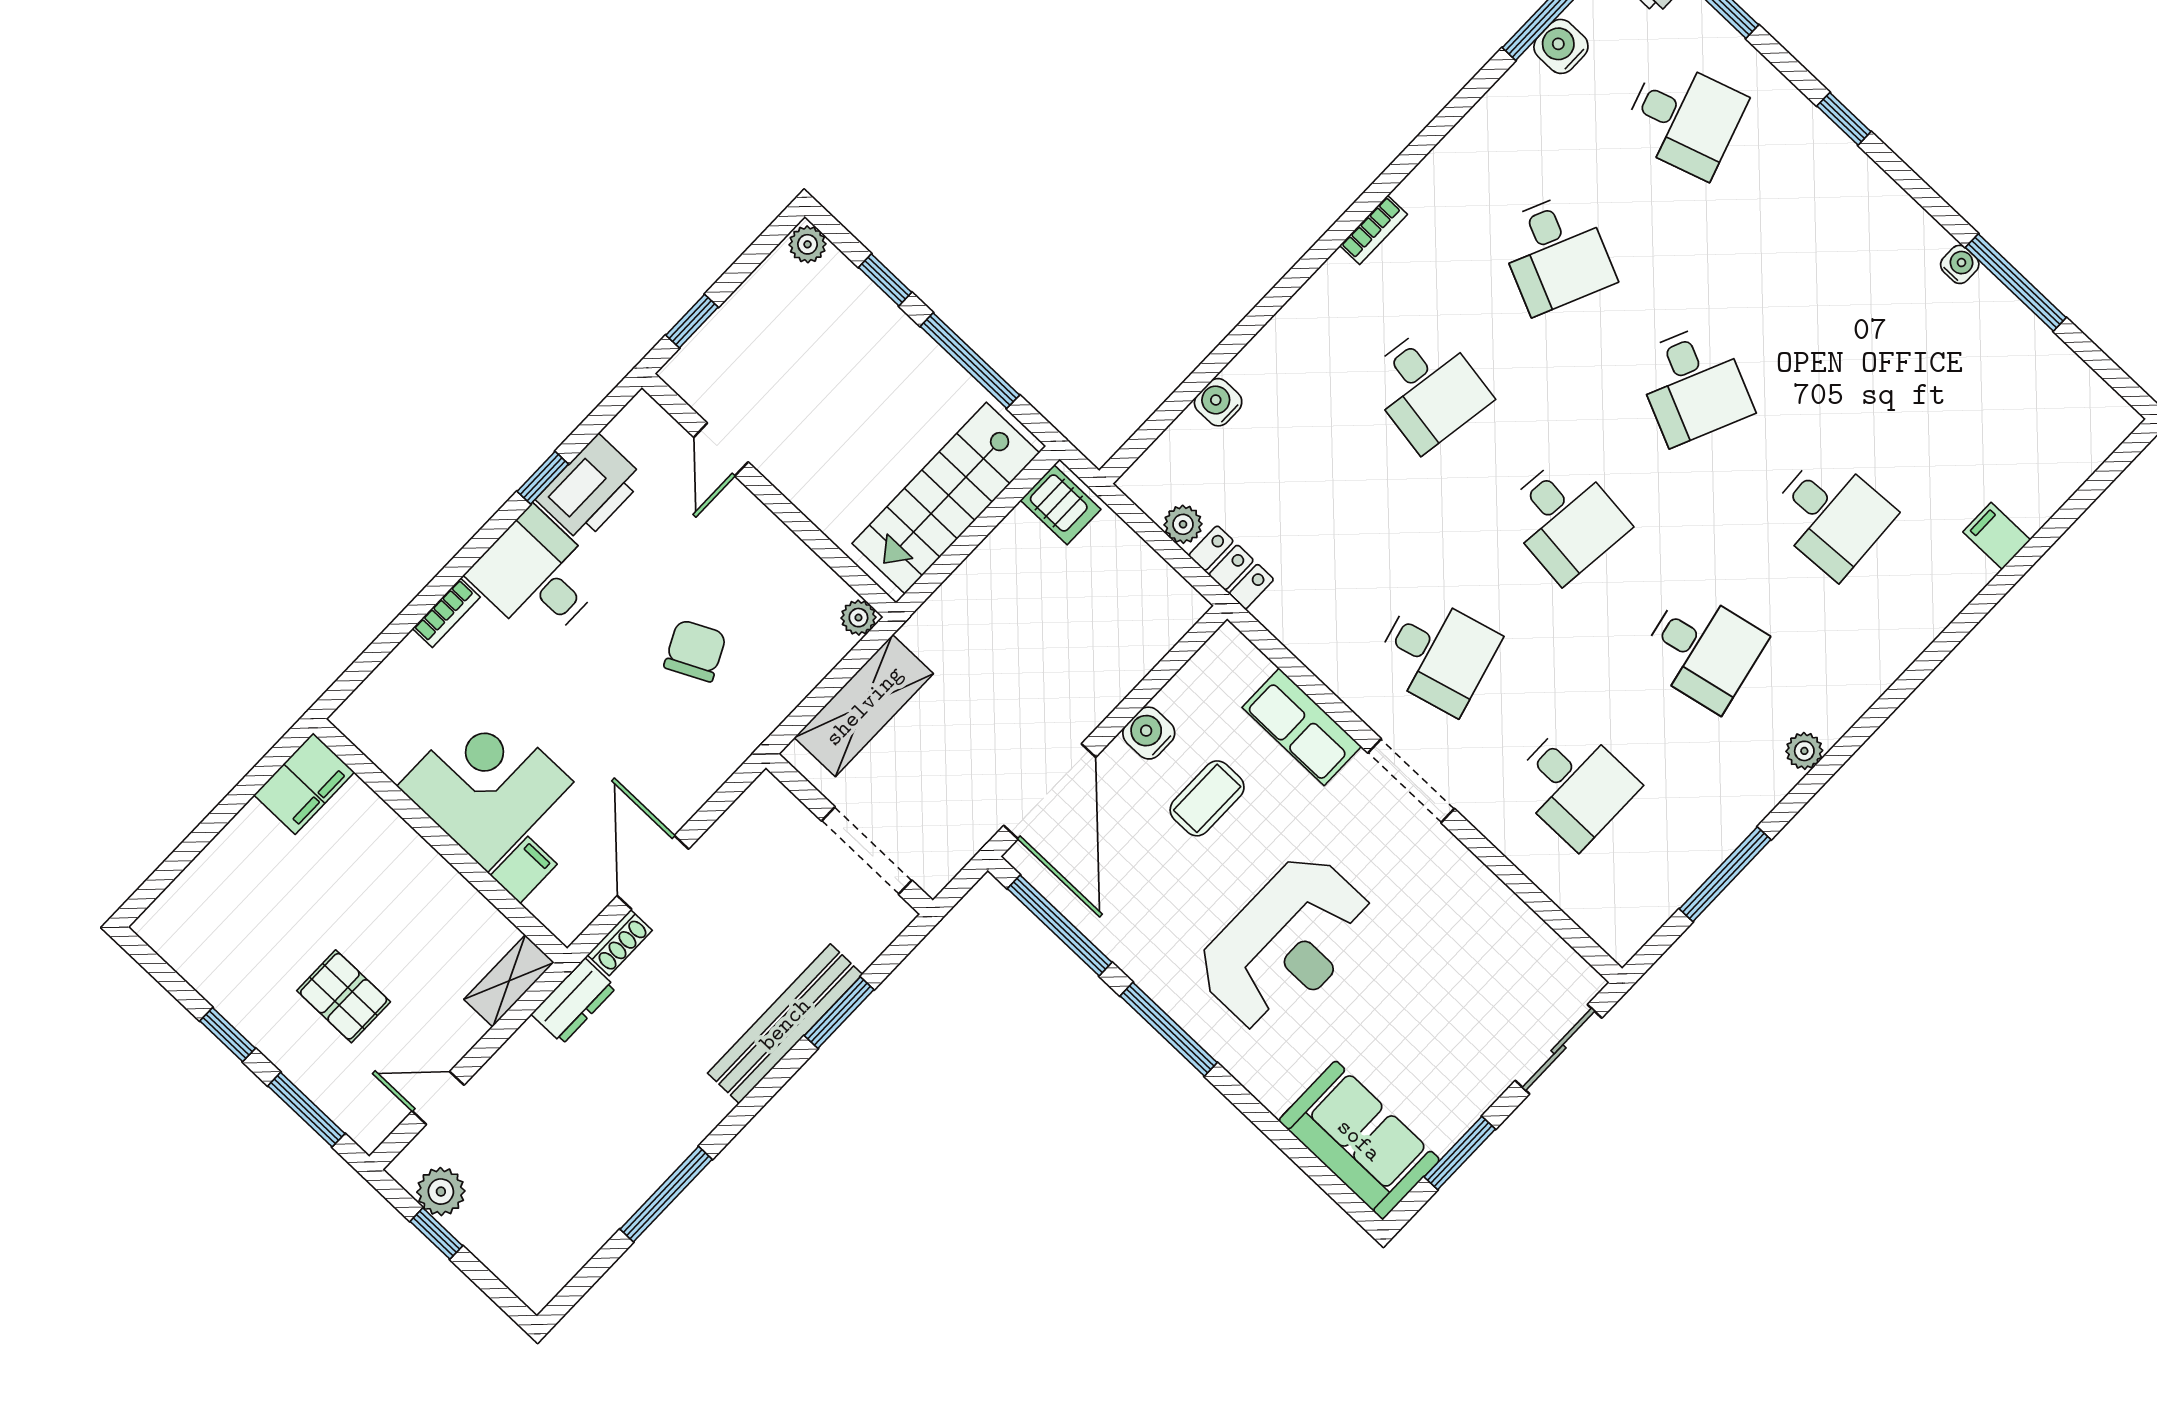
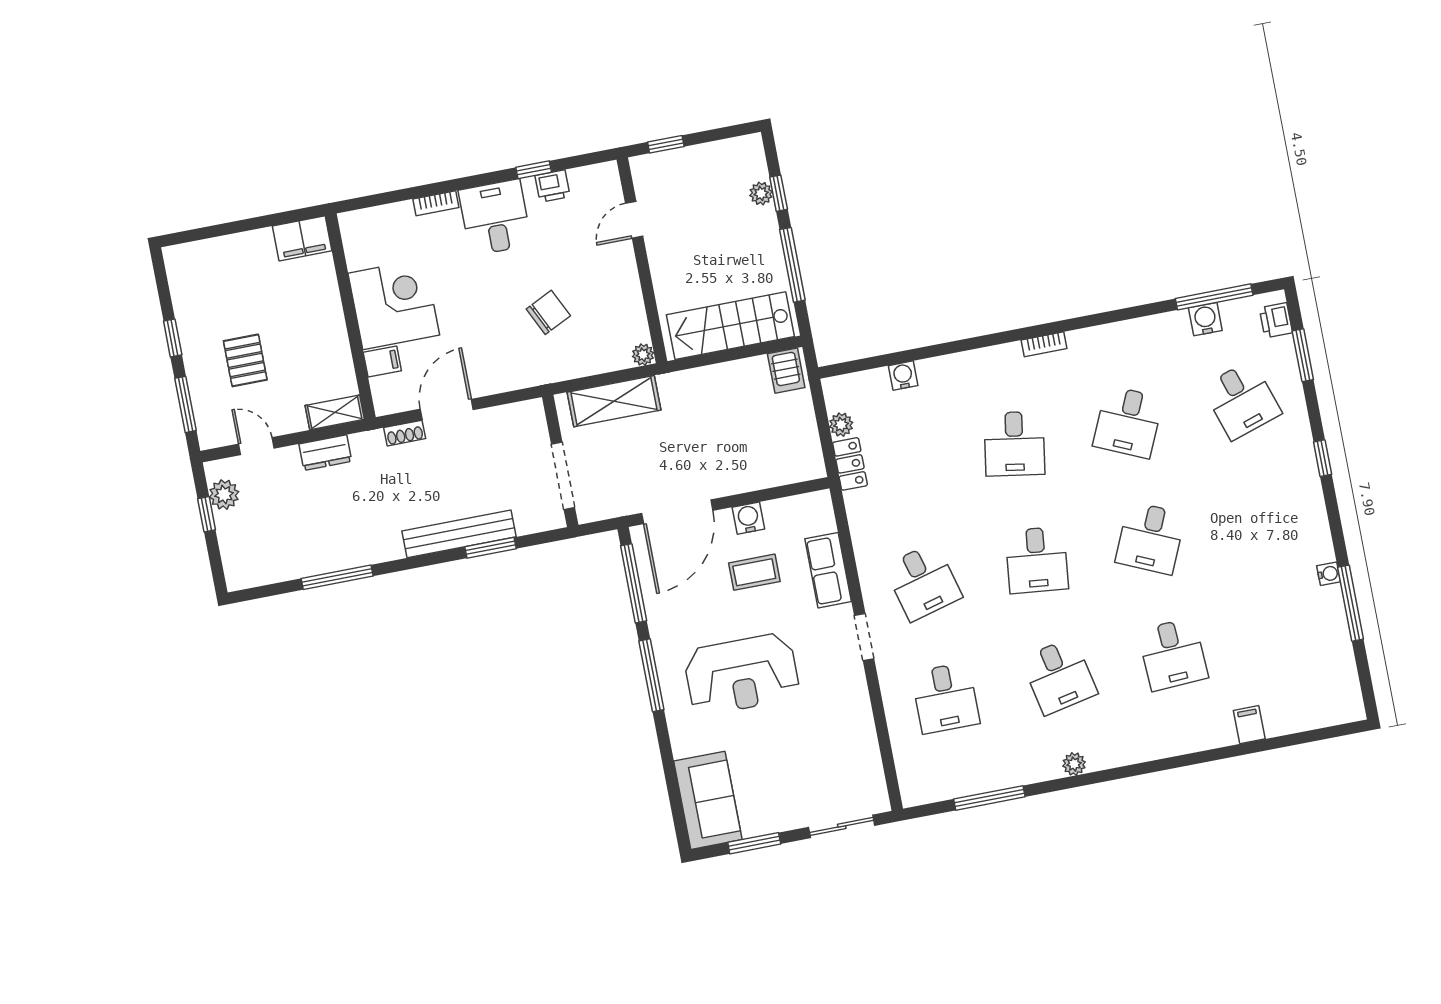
plant: (808, 244) -> (761, 193), moved
printer: (591, 489) -> (553, 186), width x0.53, depth x0.68
doorway: (1411, 781) -> (864, 637), width x0.73
dresser: (574, 1001) -> (325, 453), moved

